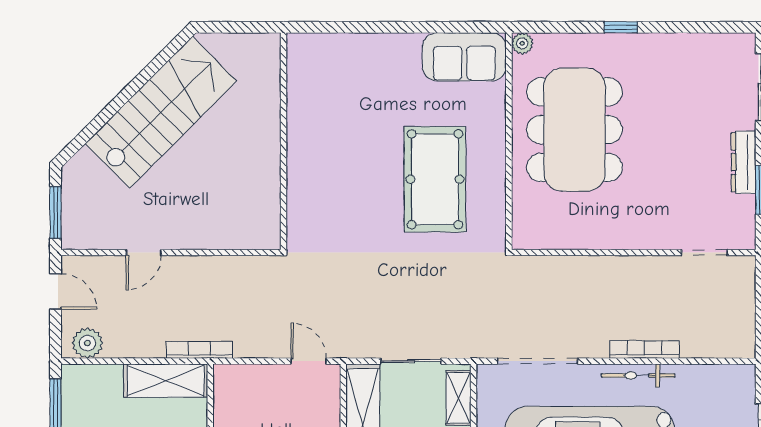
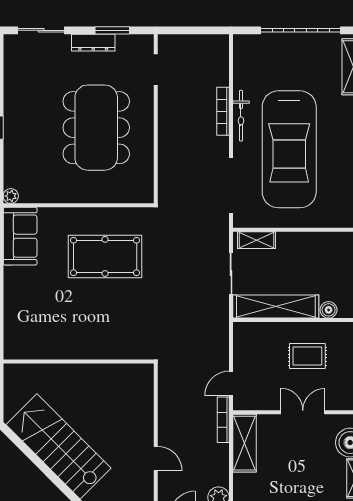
dining table: (574, 130) -> (96, 128), moved, turned 90
door: (309, 361) -> (231, 383), moved

